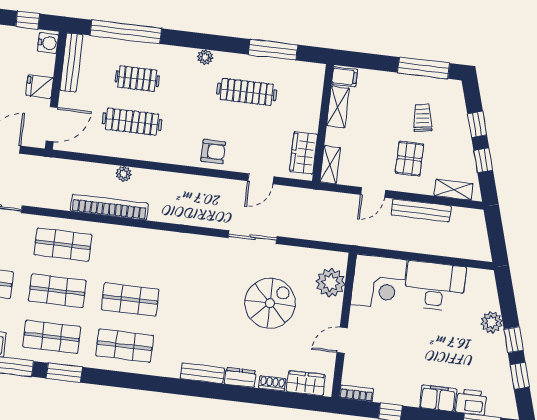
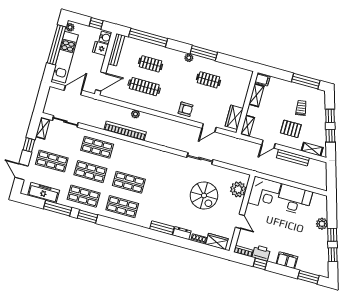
window: (273, 50) -> (204, 53), moved
fridge: (40, 87) -> (101, 48), moved
clothes rail: (247, 92) -> (208, 80), width x0.73
pallet: (409, 159) -> (291, 129), turned 90
spiral stairs: (270, 303) -> (204, 196), turned 90
door: (342, 340) -> (240, 221), swing flipped
printer: (471, 402) -> (261, 253), moved

